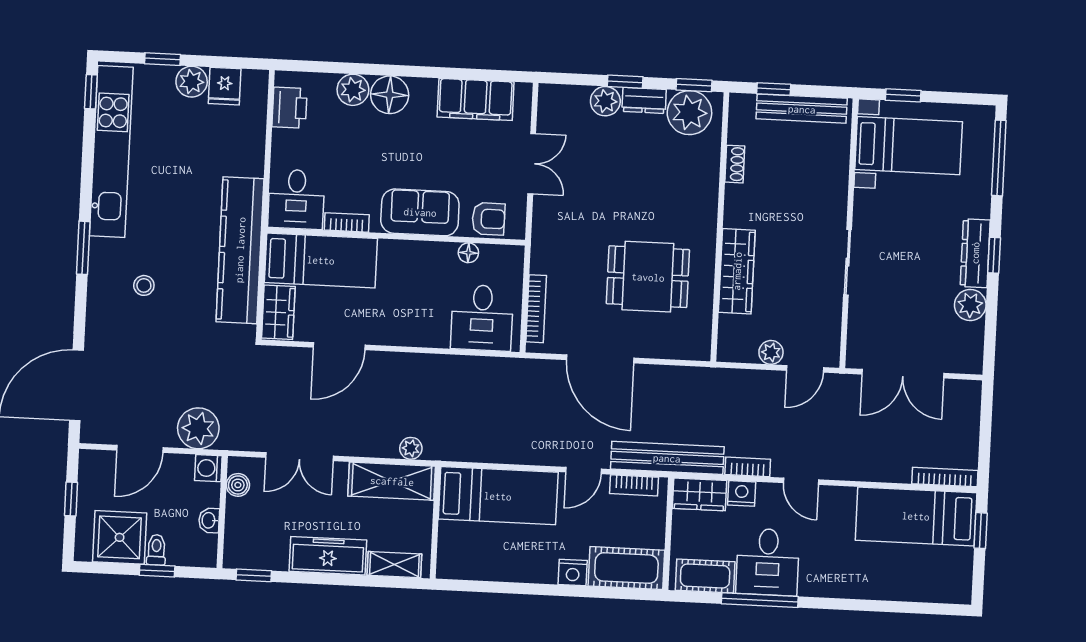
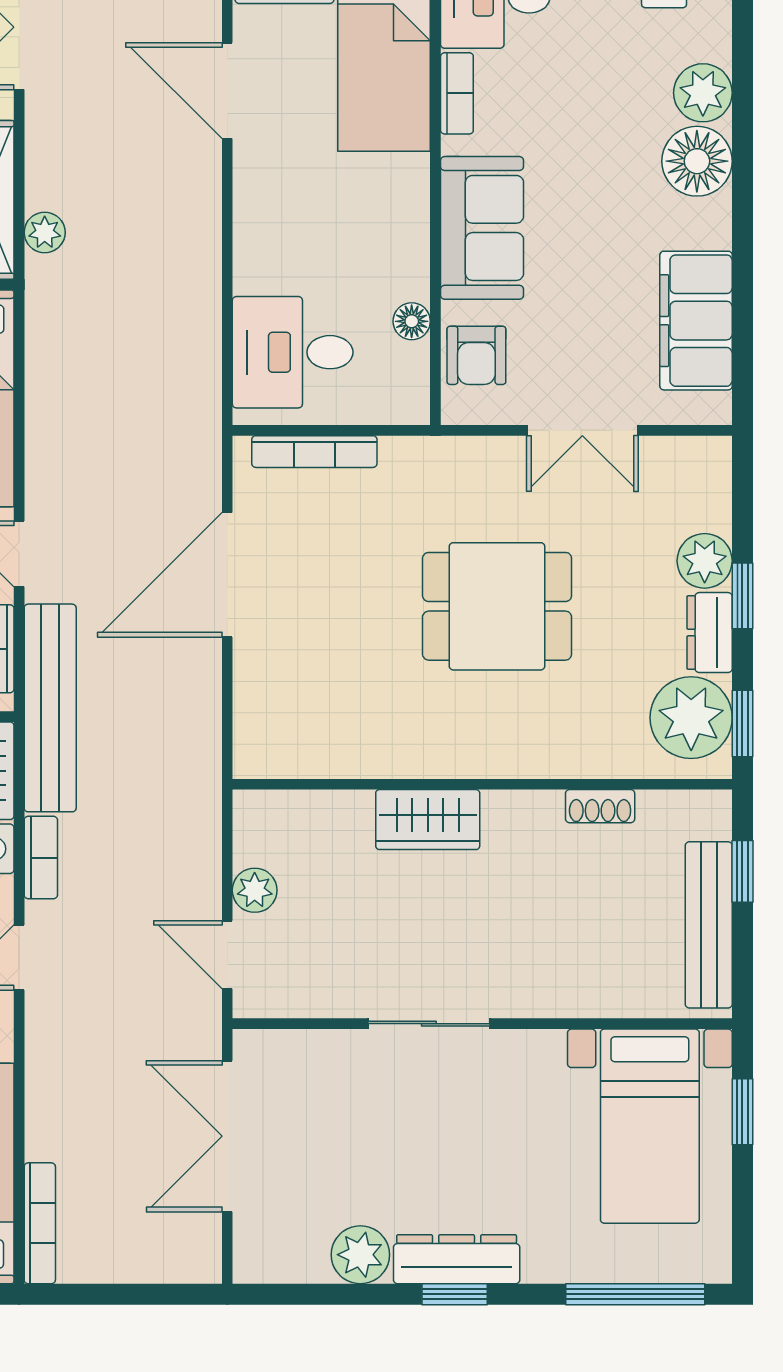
wardrobe: (737, 271) -> (428, 820), width x0.67
dining table: (648, 277) -> (497, 606), moved, turned 90

